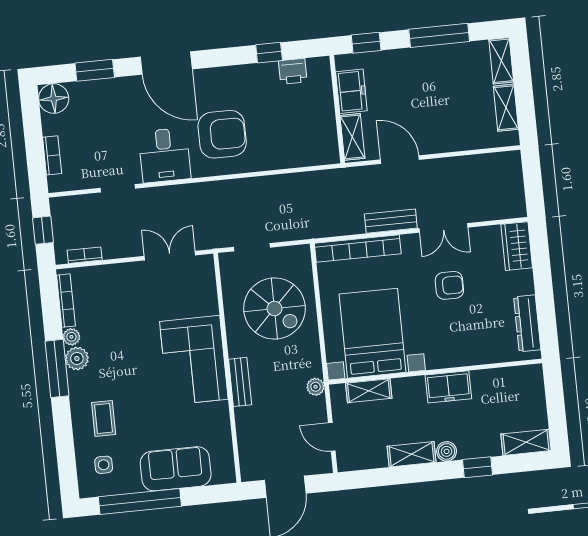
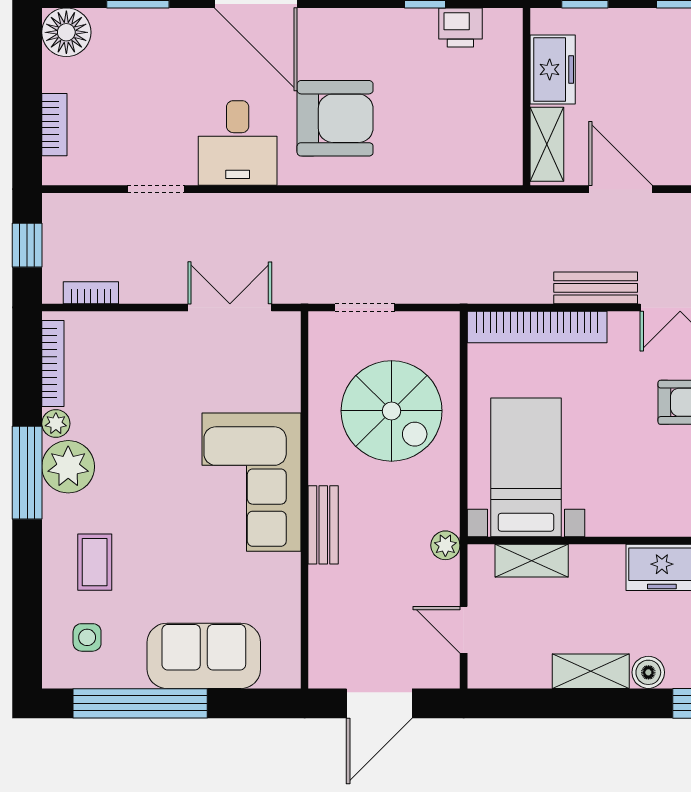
bed with nightstands: (372, 333) -> (526, 467), width x0.73
plant: (77, 358) -> (68, 467), width x1.36, depth x1.36

